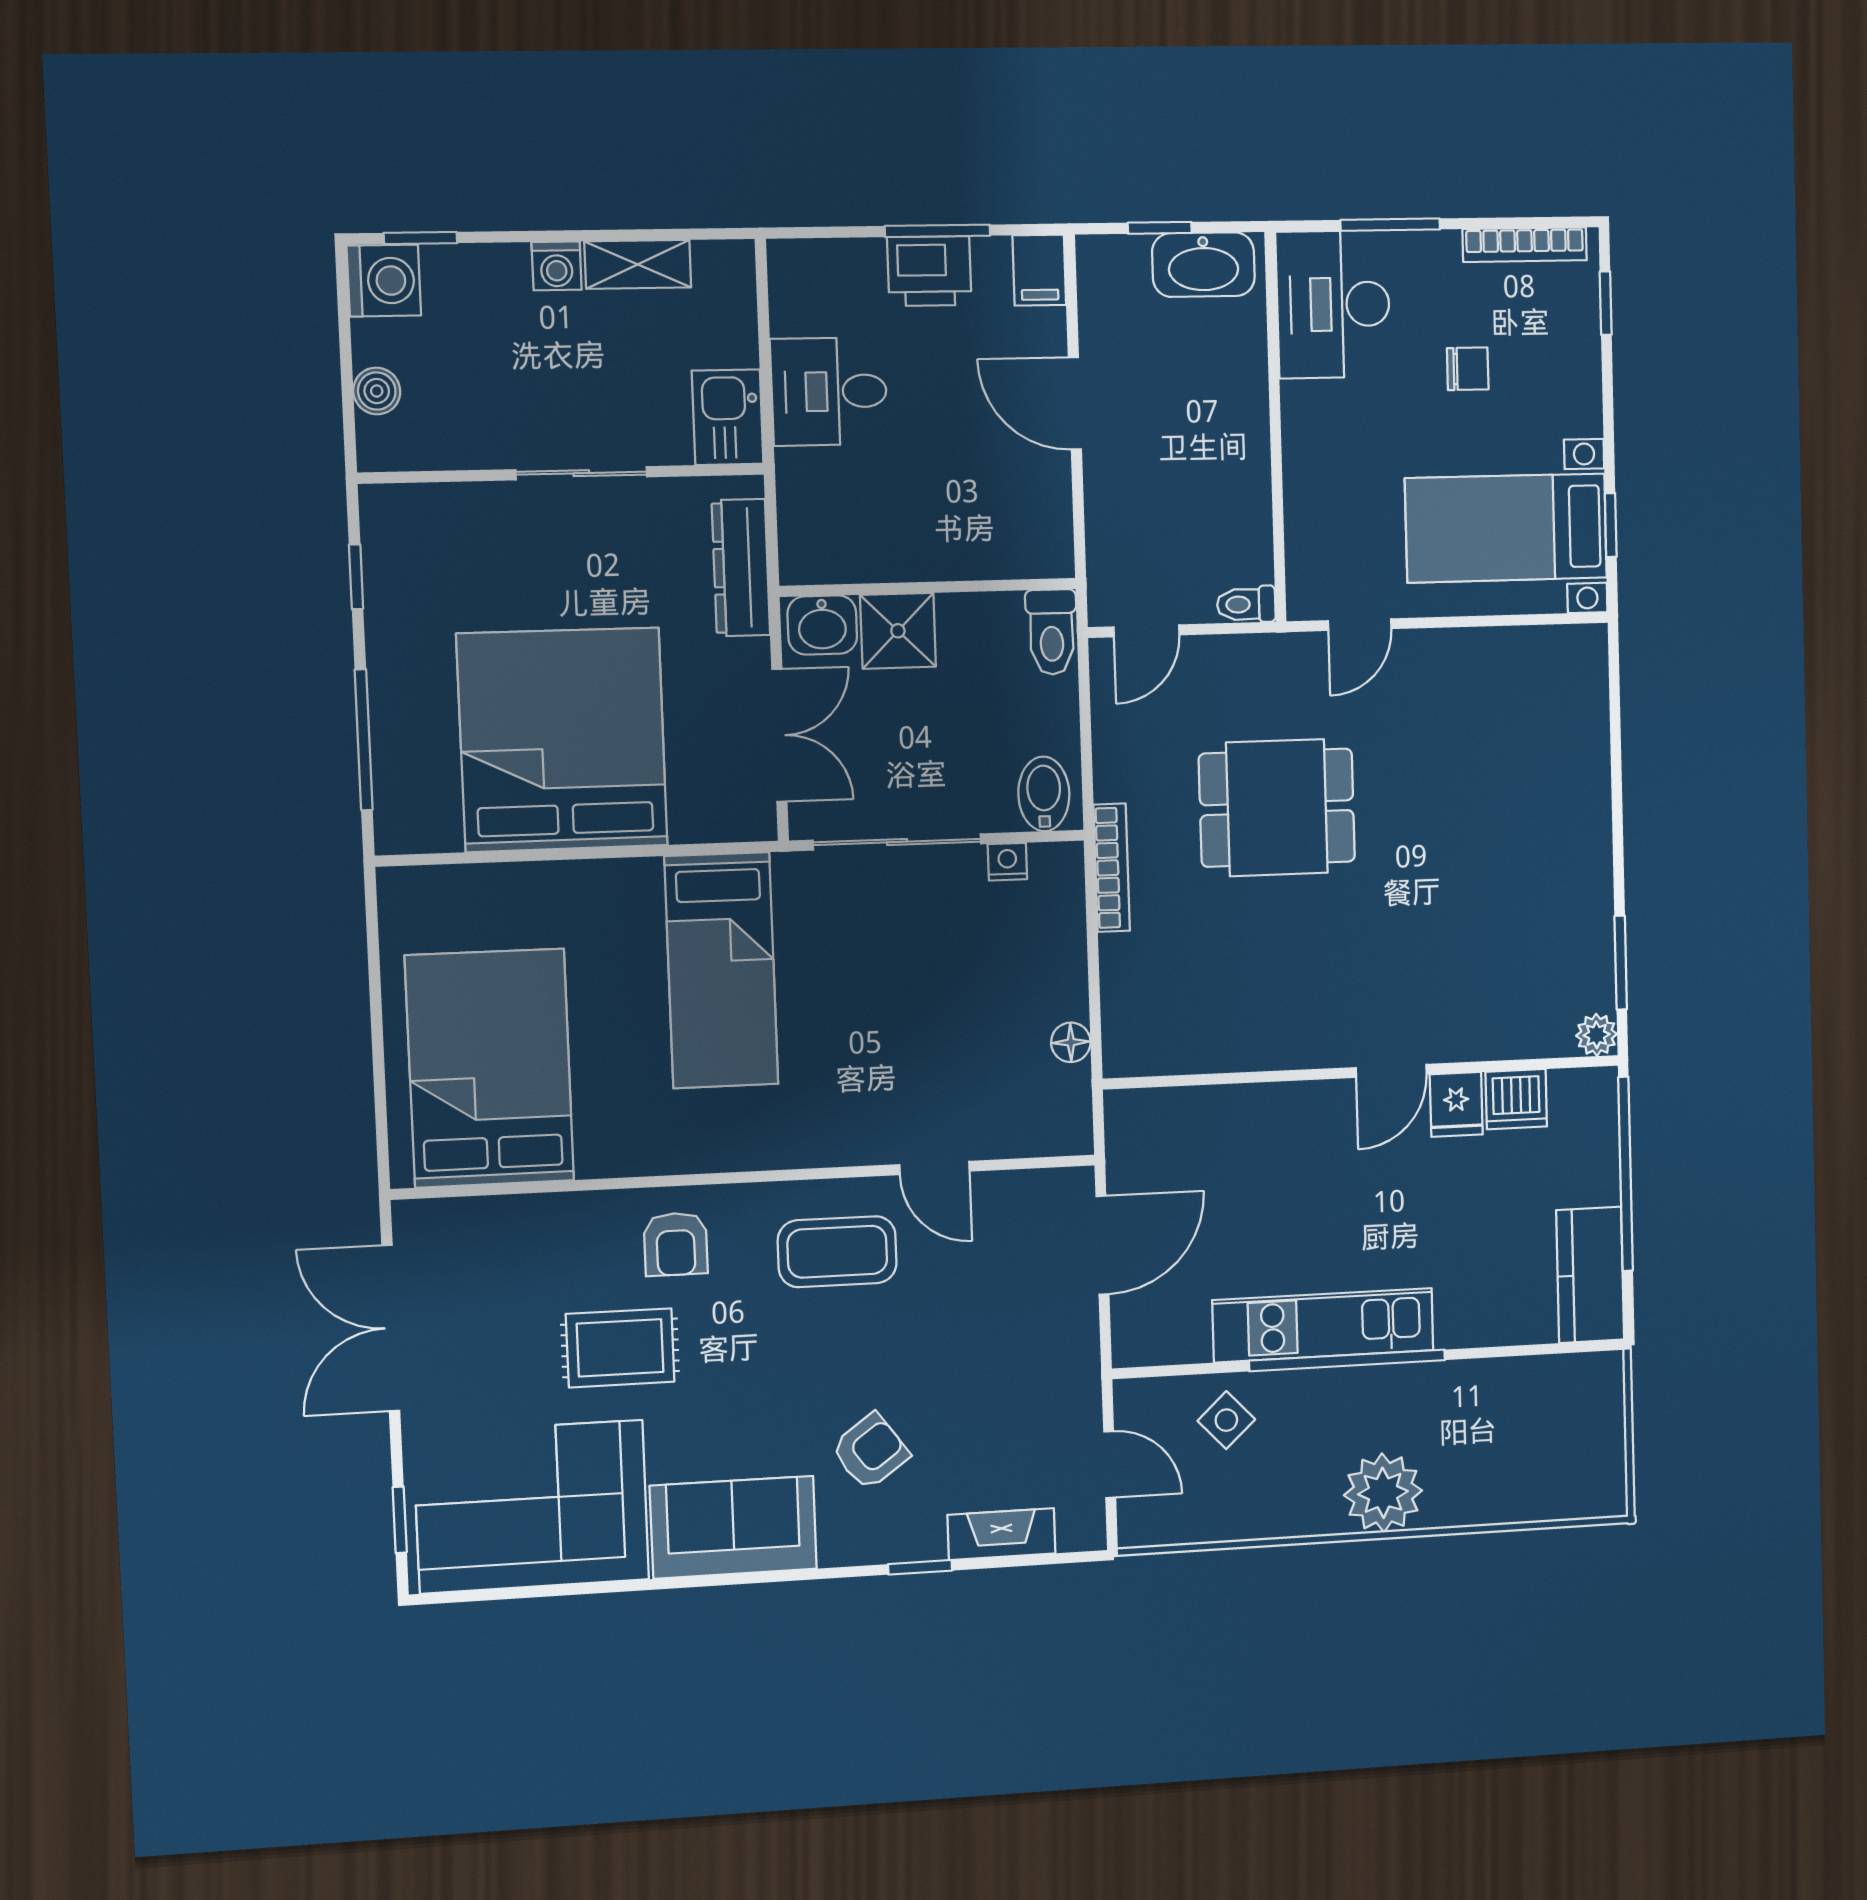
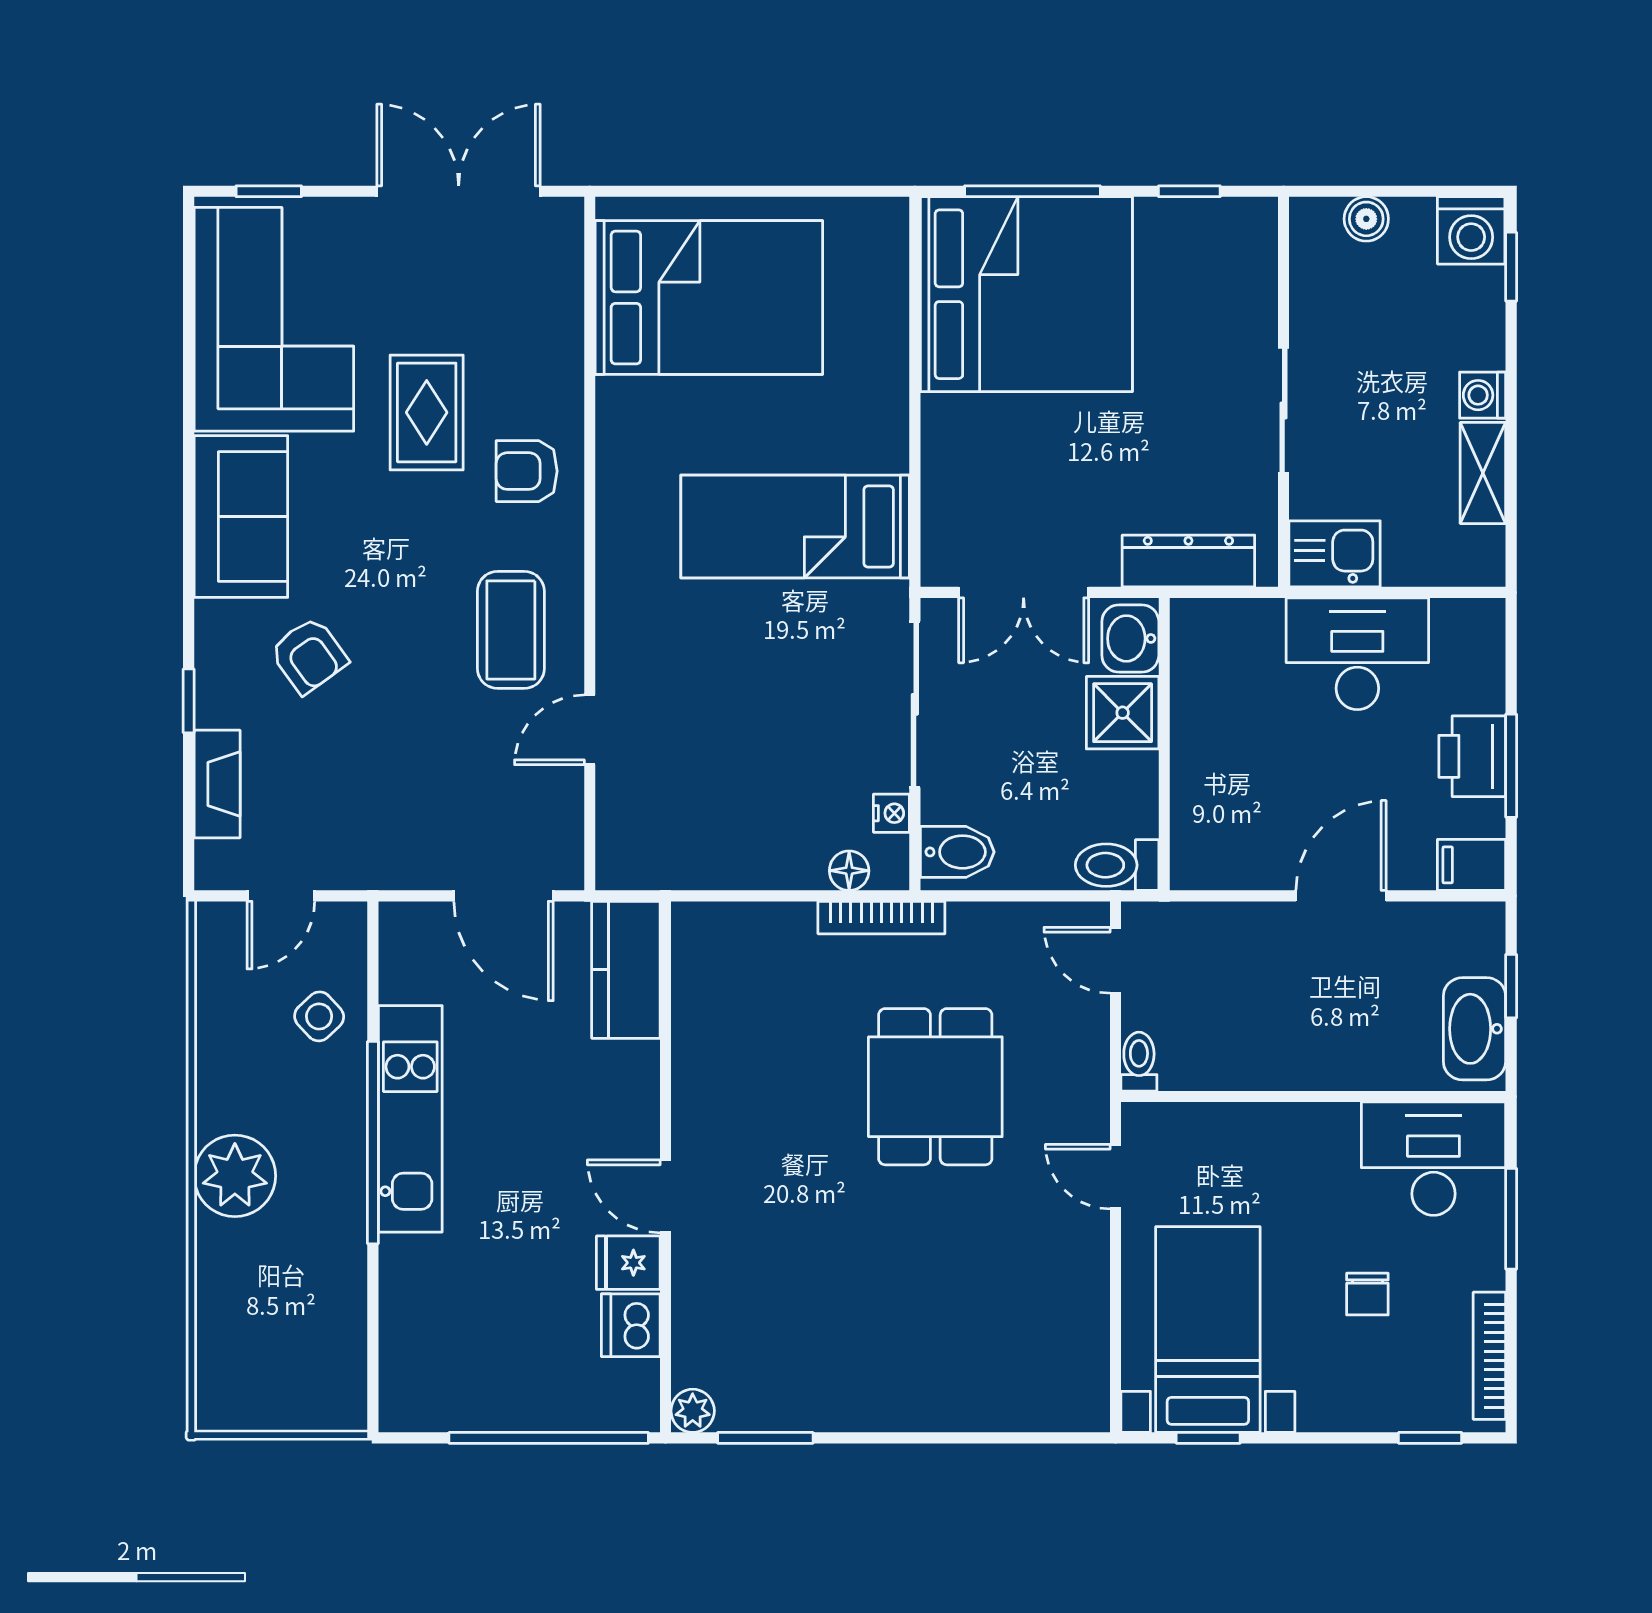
desk: (829, 391) -> (1357, 654), width x1.37
bed: (562, 740) -> (1026, 294), moved
floor lamp: (1071, 1042) -> (849, 871), moved
kitchen counter: (1590, 1275) -> (626, 970), moved, turned -90

